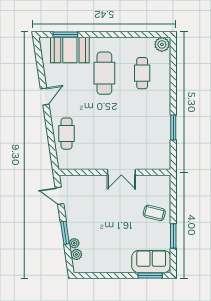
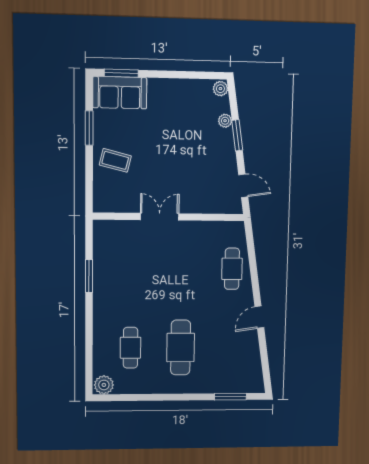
booth: (70, 50) -> (225, 377), removed
plant: (76, 254) -> (220, 89), moved

